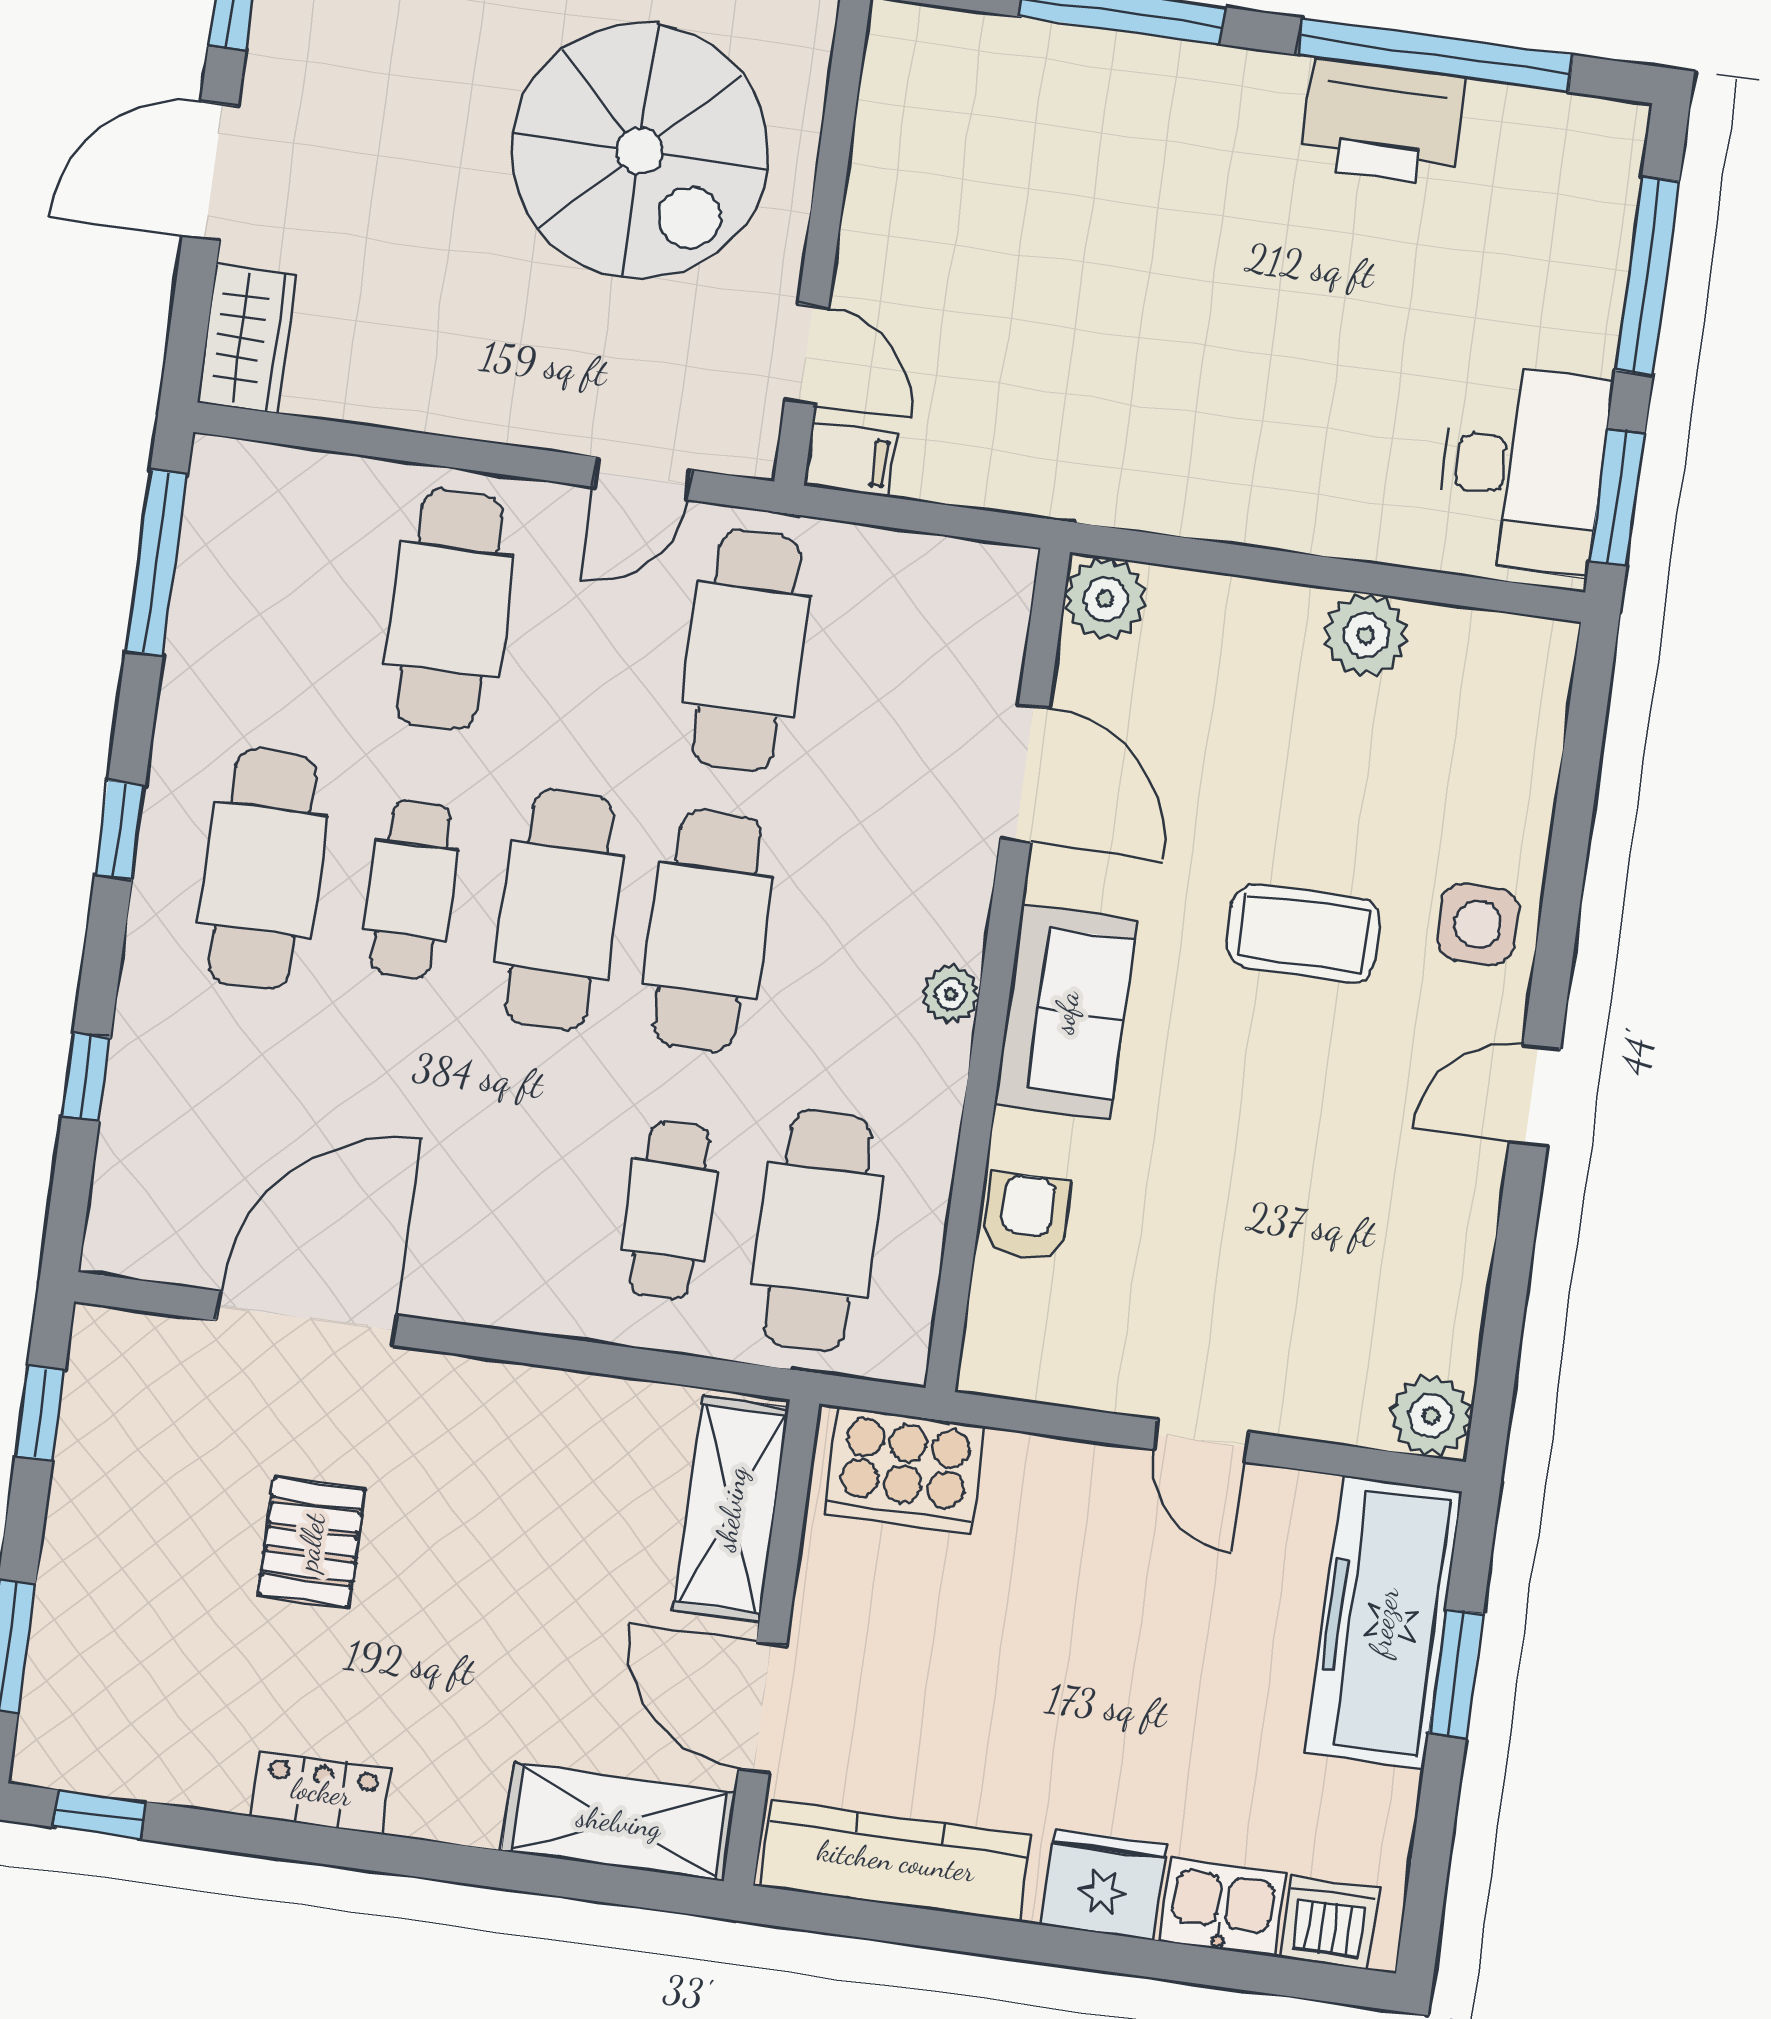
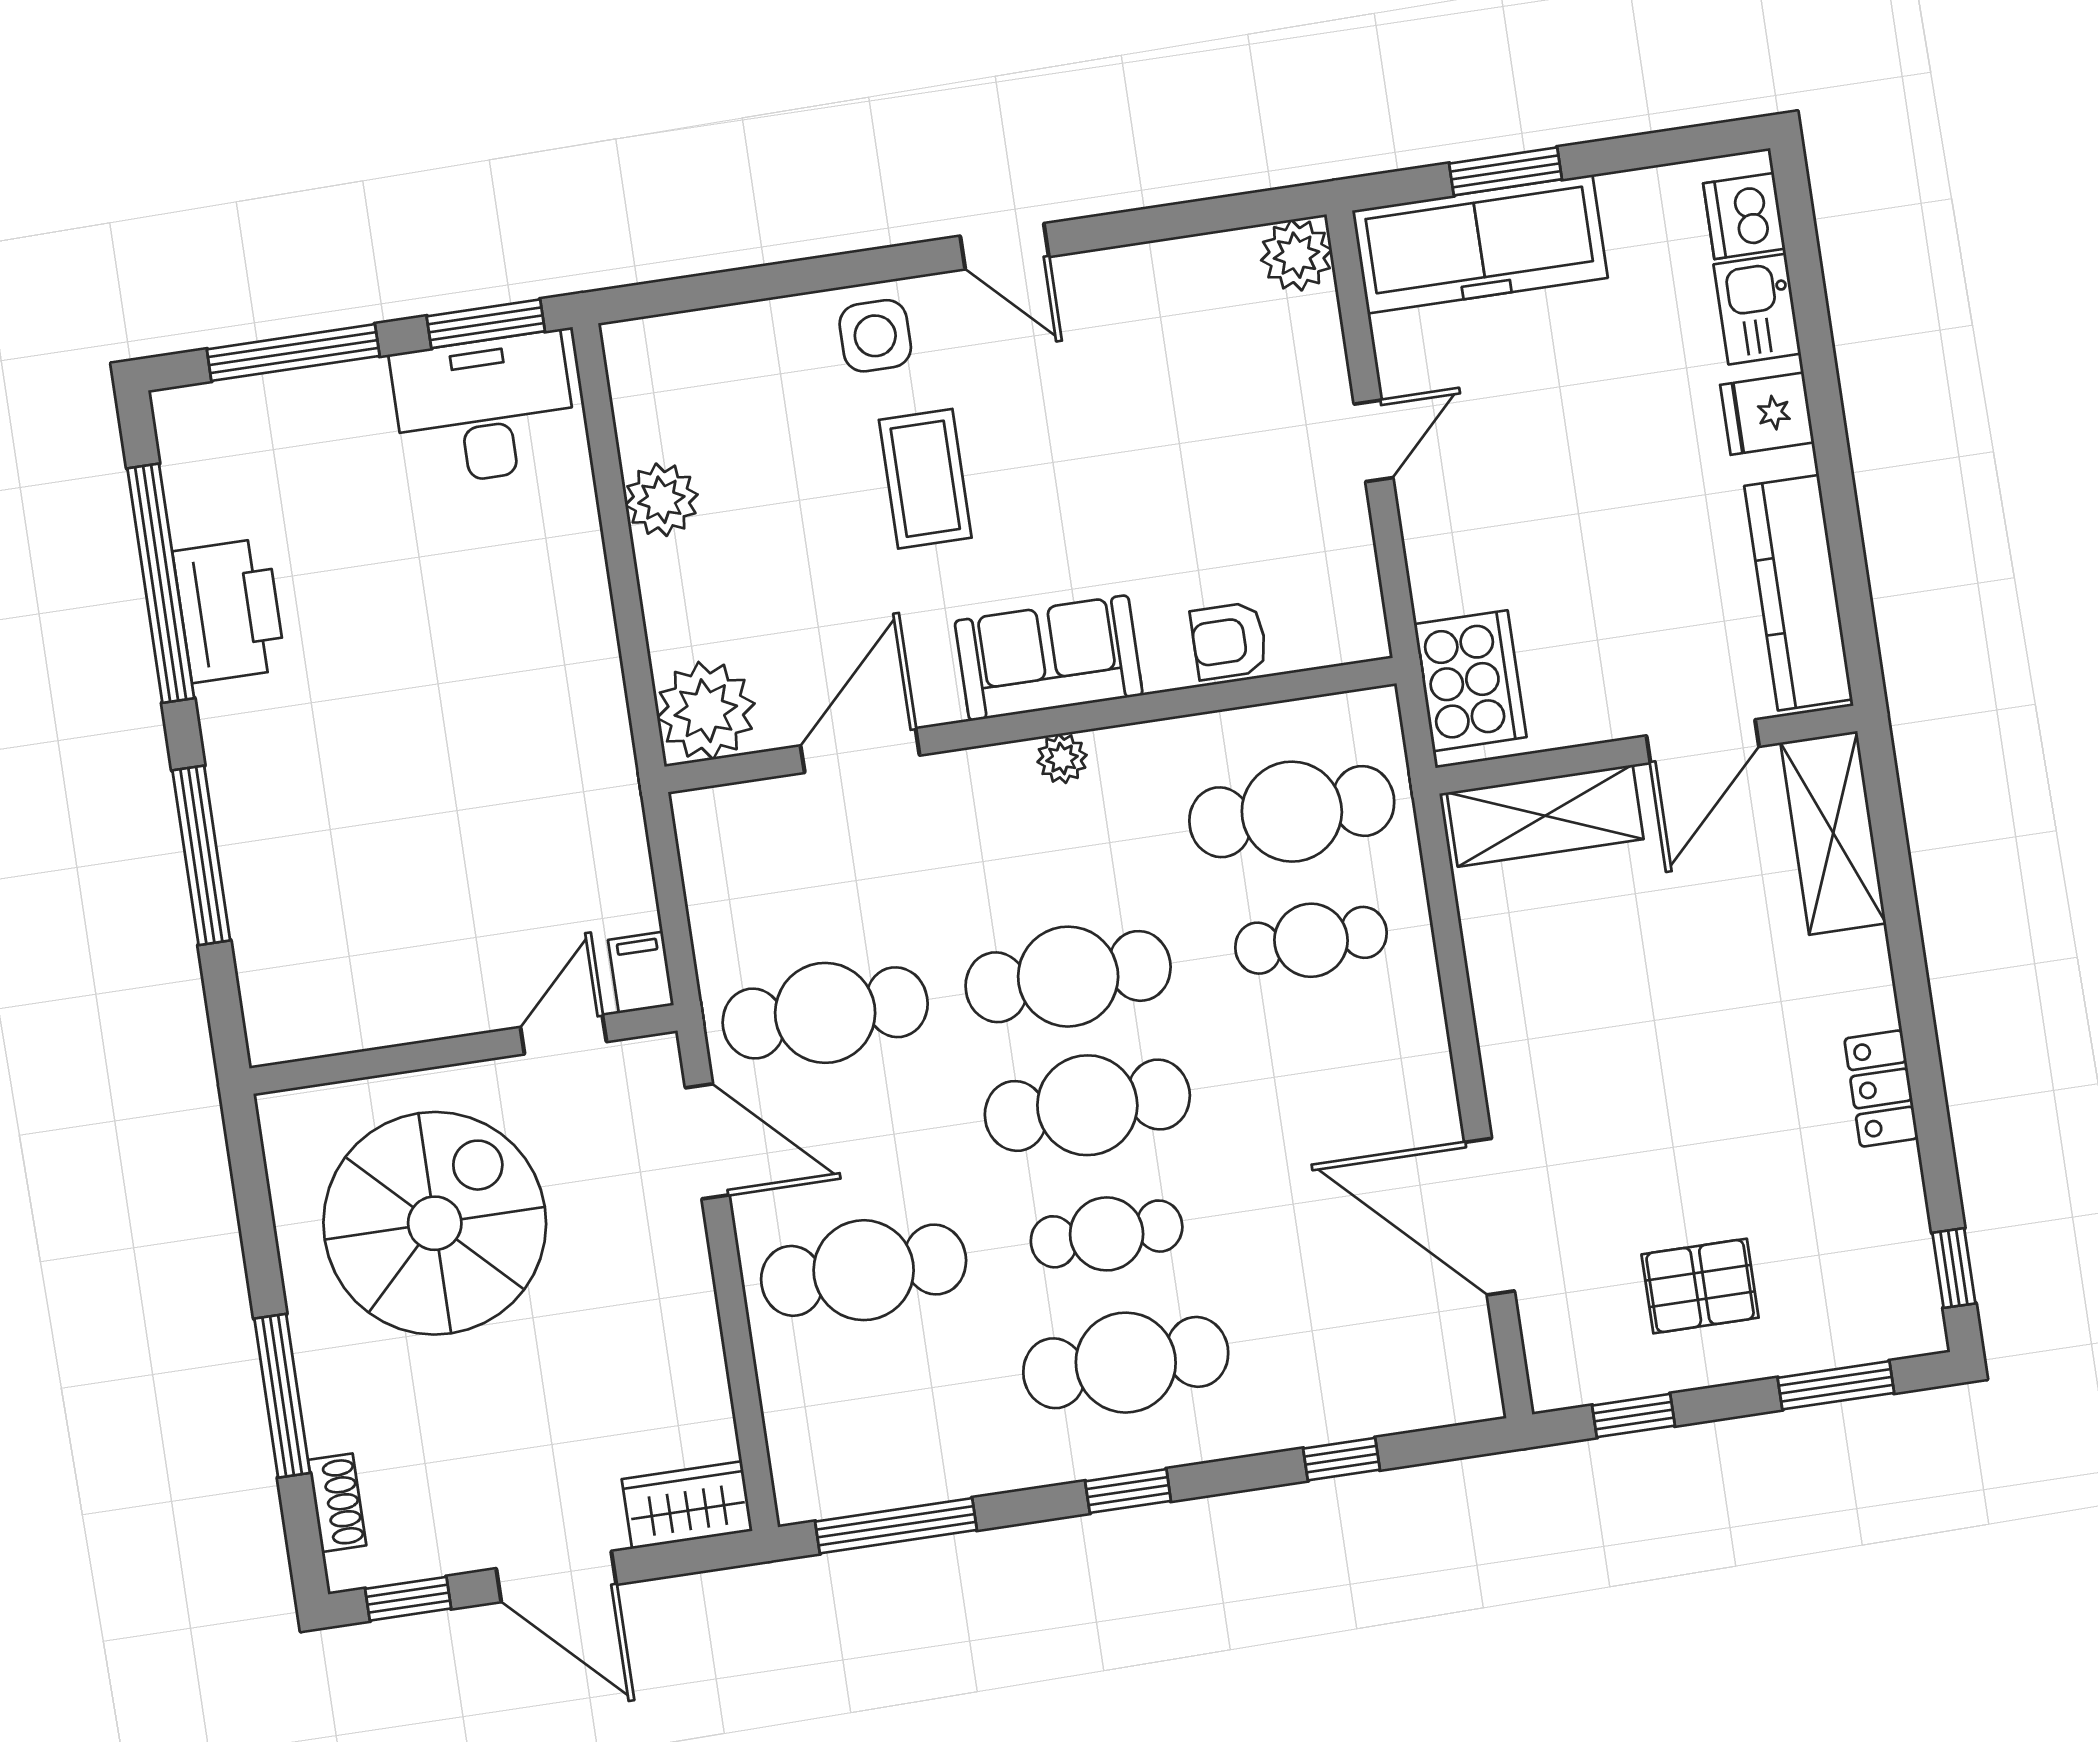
door: (642, 478) -> (707, 1141), width x1.38
plant: (1105, 599) -> (706, 711), width x1.36, depth x1.36
pallet: (311, 1542) -> (1700, 1286), moved
fridge: (1104, 1884) -> (1767, 414), width x0.72

